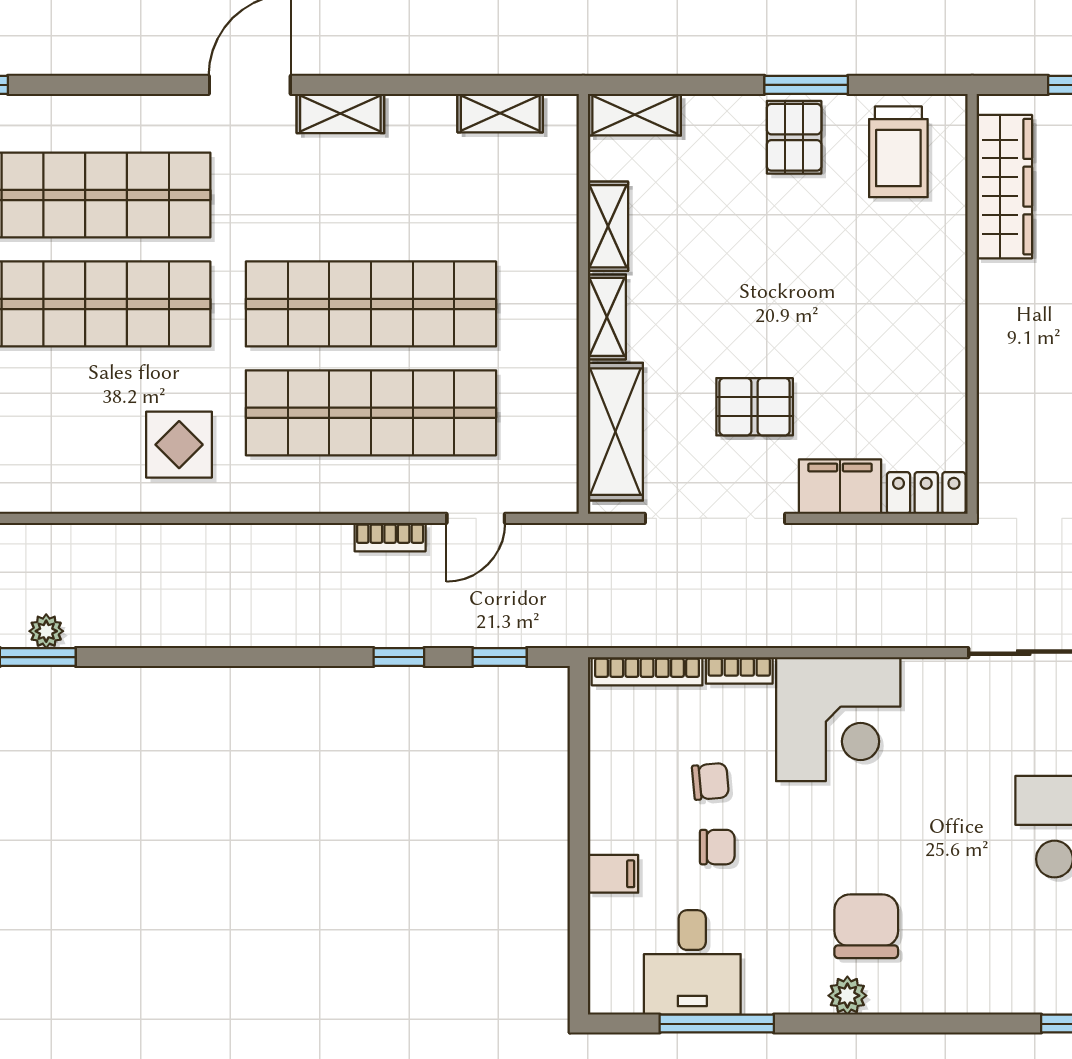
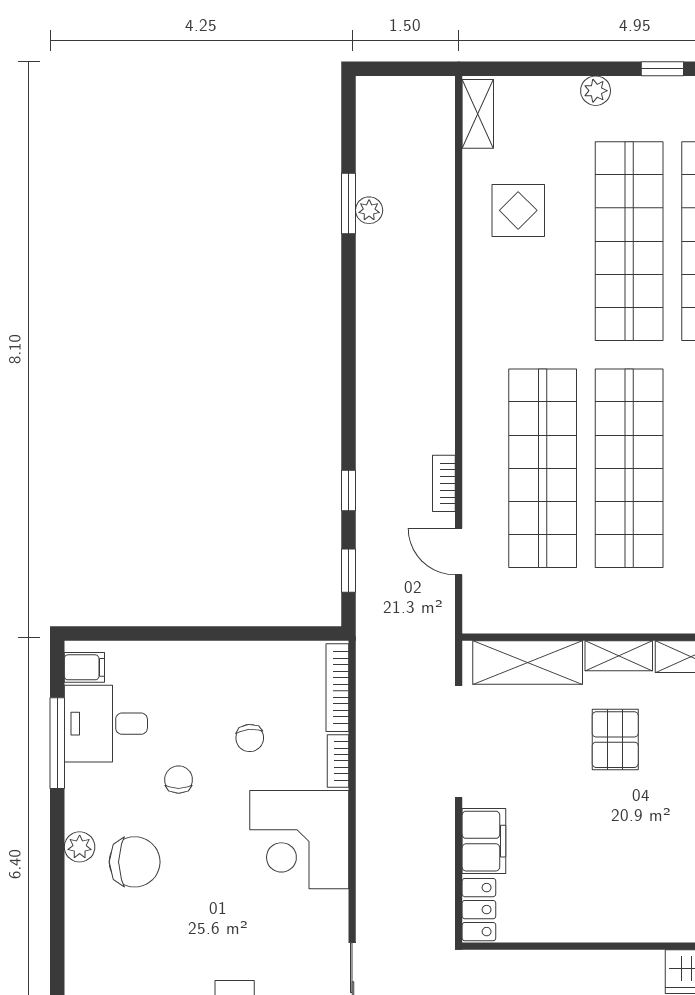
pallet: (755, 407) -> (615, 740), moved
display table: (179, 445) -> (518, 210), moved
chair: (717, 847) -> (179, 780), moved, turned 180
filing cabinet: (613, 874) -> (84, 667), moved, turned -90

